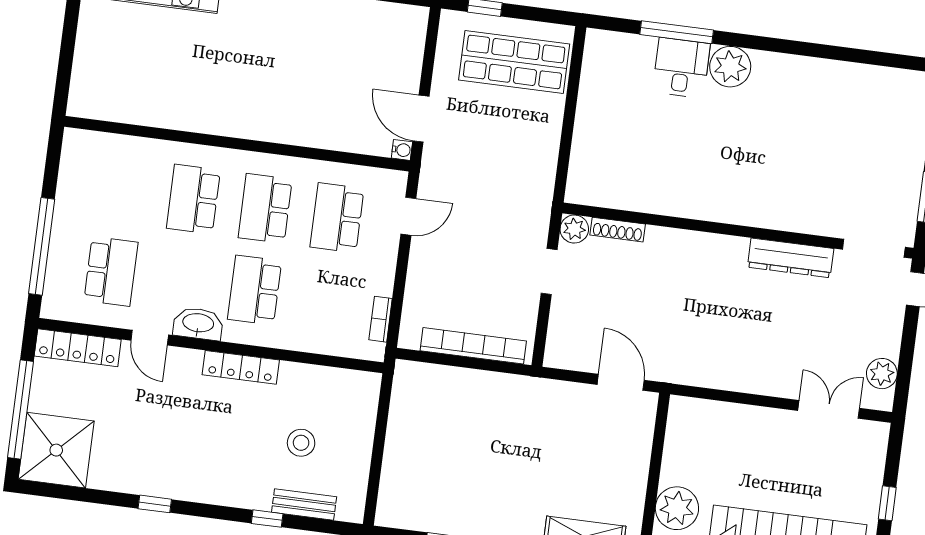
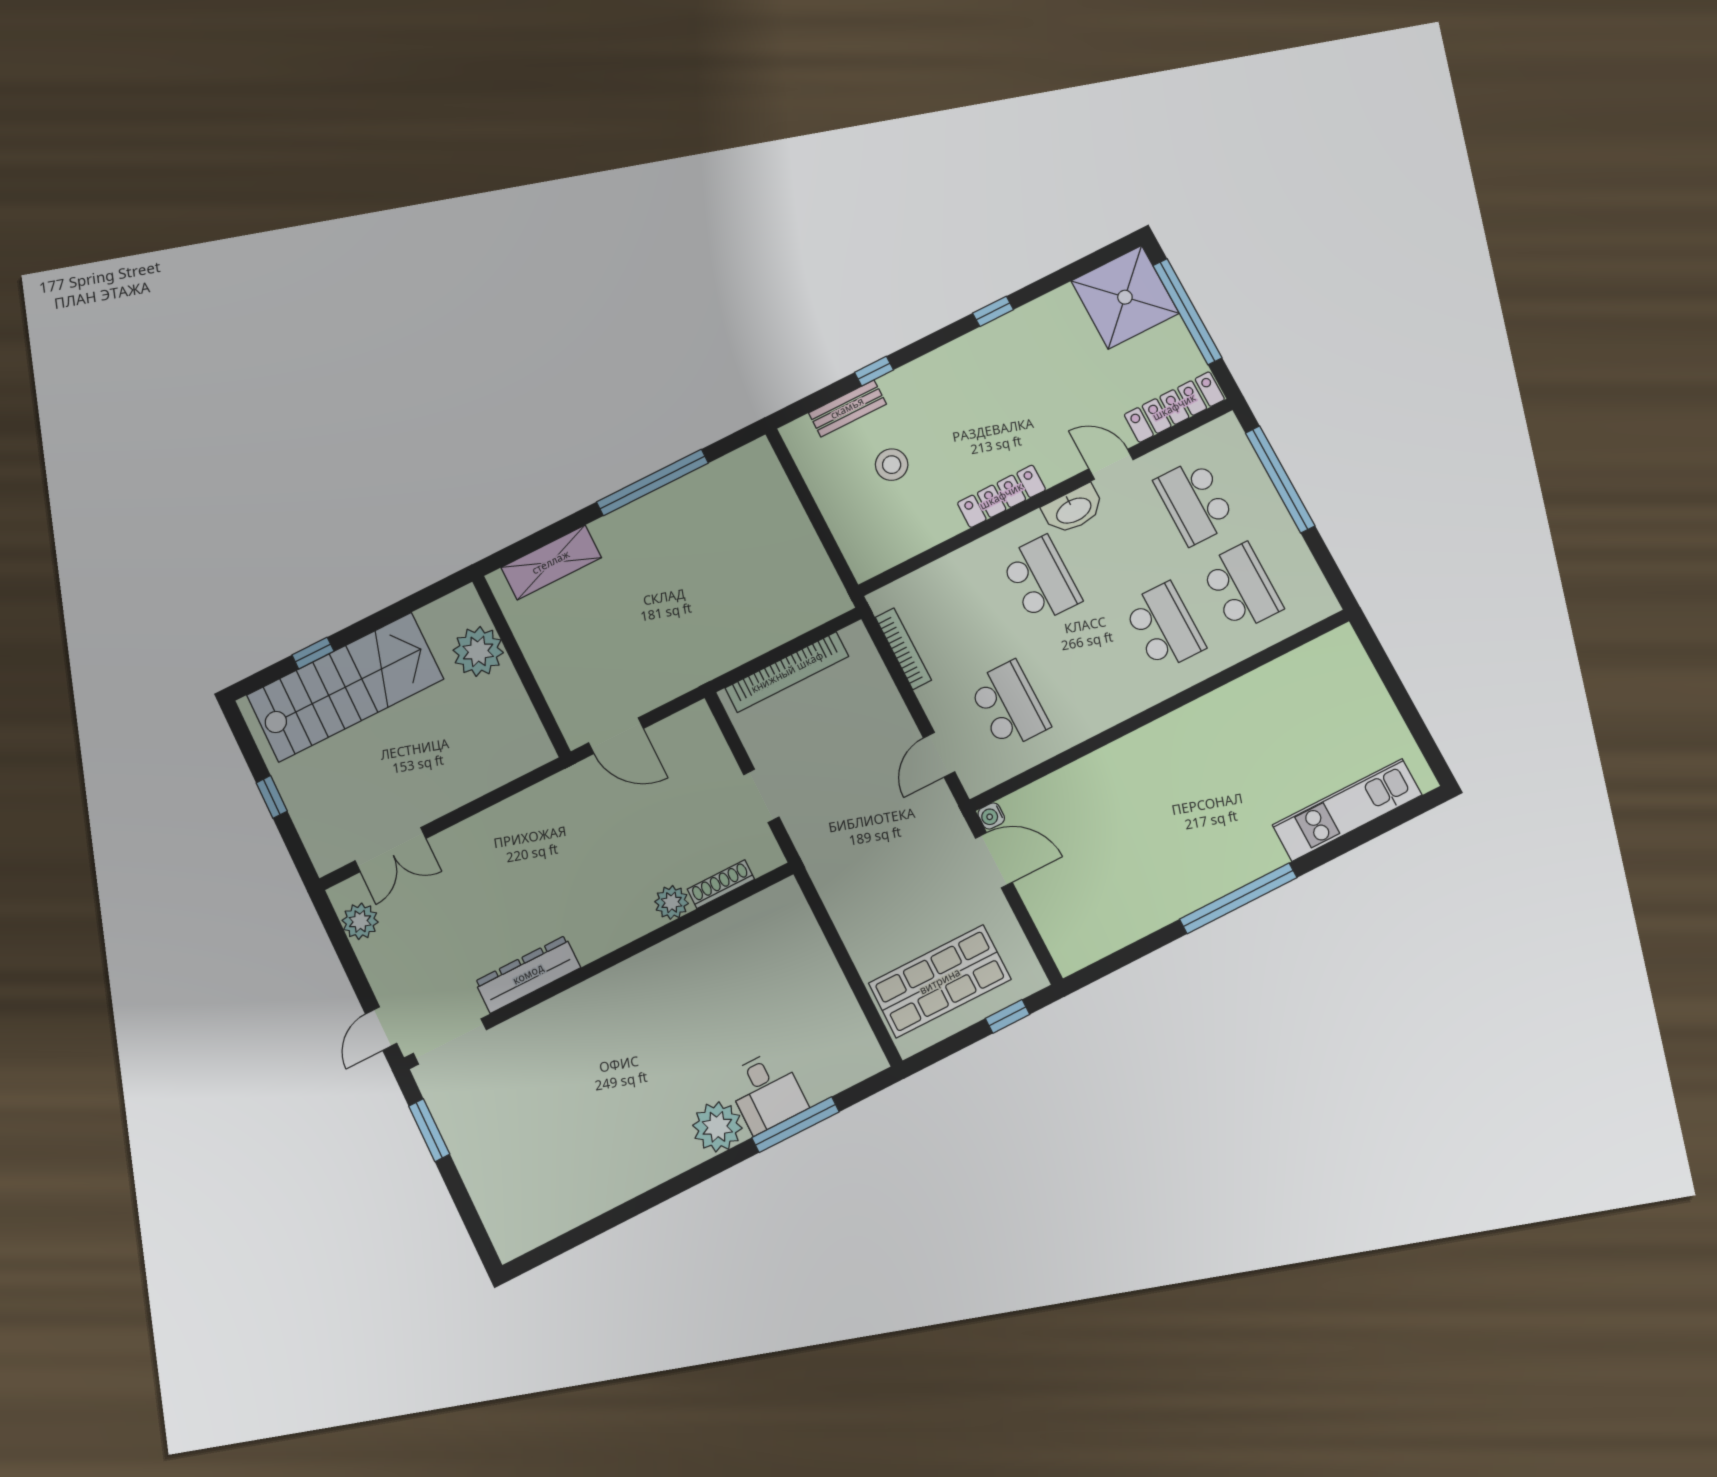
school desk: (265, 208) -> (1242, 587), moved
plant: (574, 229) -> (672, 902), moved
bookcase: (381, 319) -> (903, 649), width x1.56

